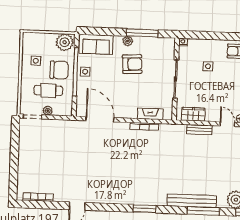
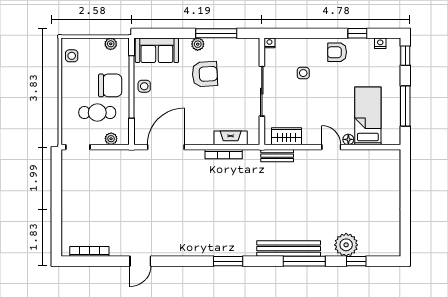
plant: (65, 42) -> (111, 44), width x0.53, depth x0.53
side table: (36, 61) -> (72, 56), moved
plant: (48, 111) -> (111, 139), moved
door: (100, 119) -> (166, 147), hinge flipped
bench: (199, 130) -> (277, 156), moved

